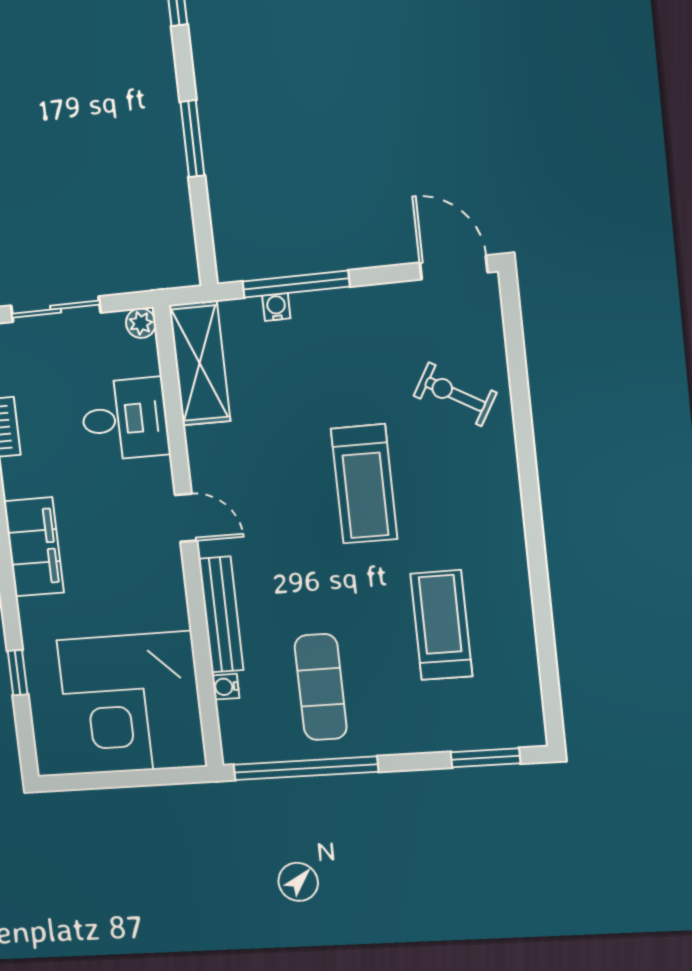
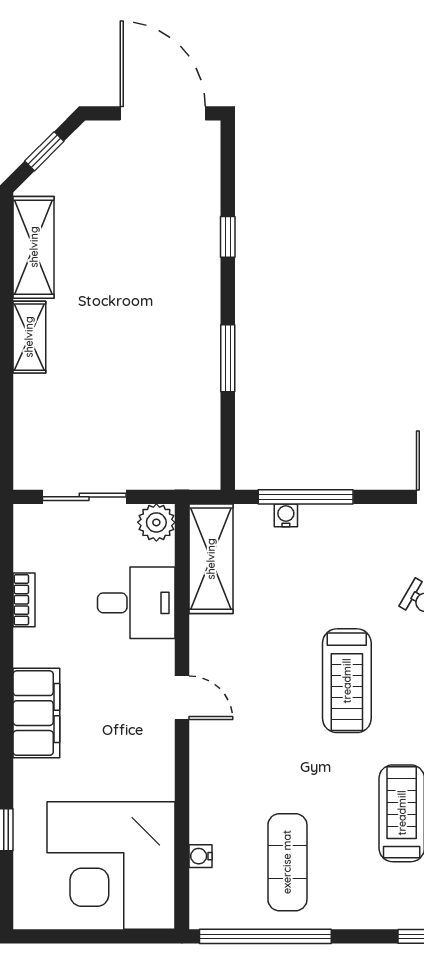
plant: (141, 323) -> (156, 522), width x1.38, depth x1.38
bench: (221, 614) -> (204, 789), removed

